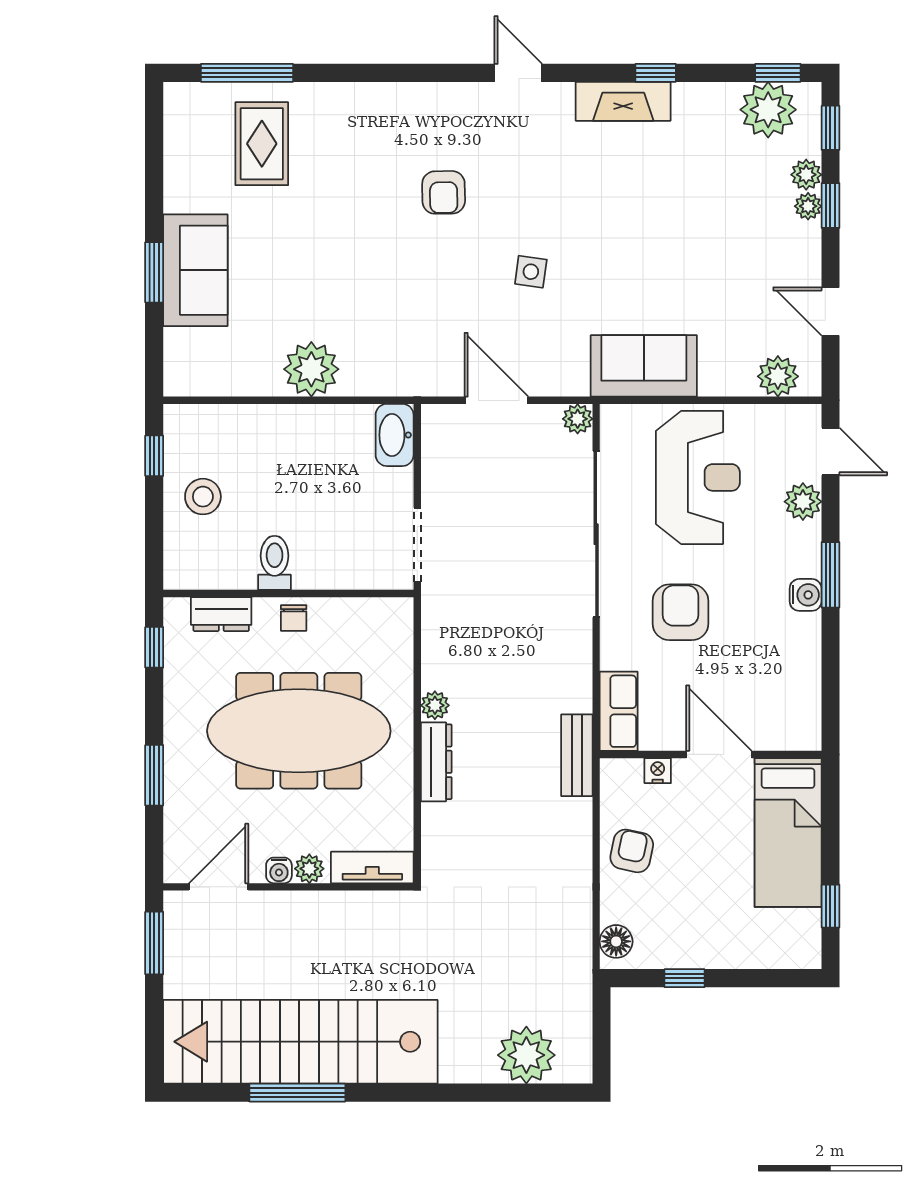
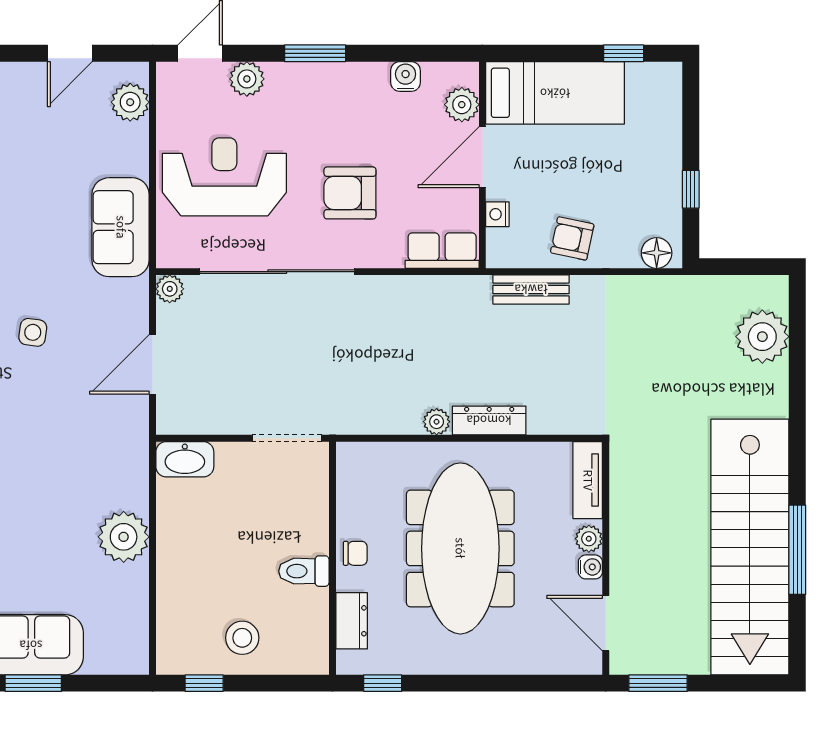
water cooler: (806, 595) -> (406, 76), moved
plant: (775, 732) -> (462, 105), added
bench: (577, 755) -> (531, 289), moved
window: (154, 775) -> (502, 683), removed

